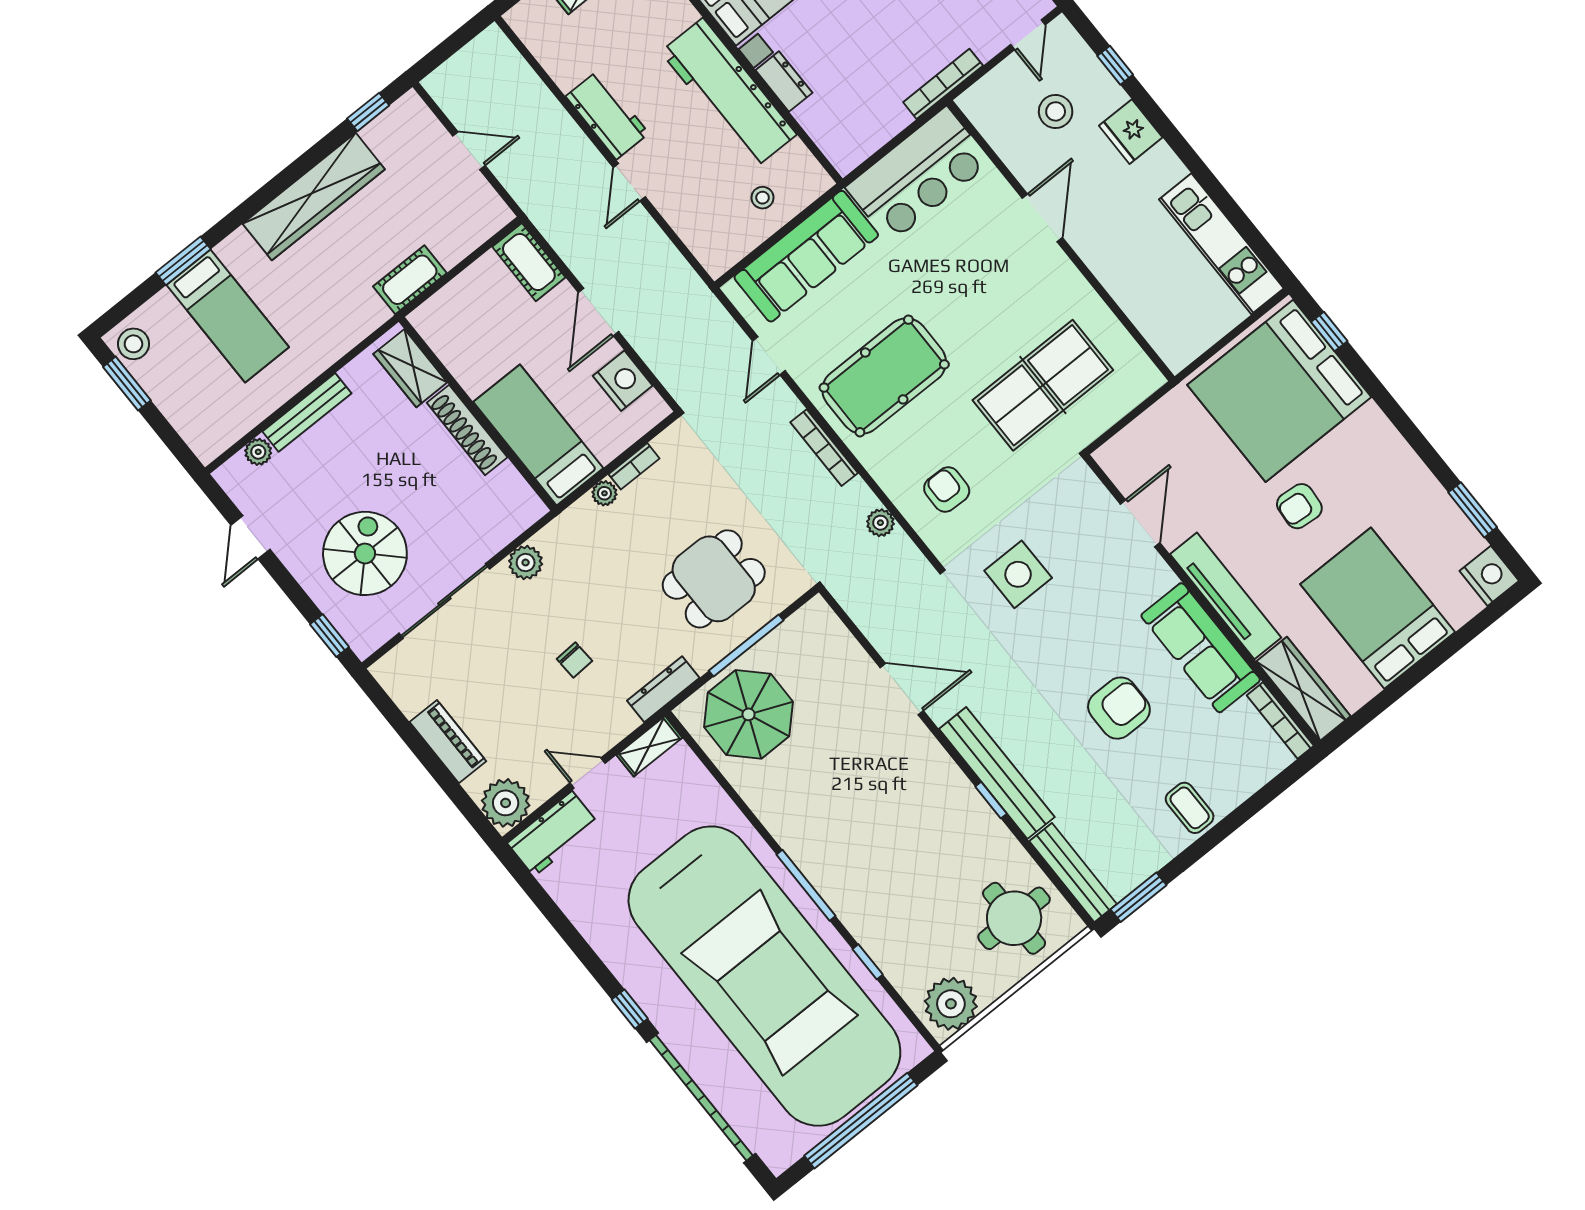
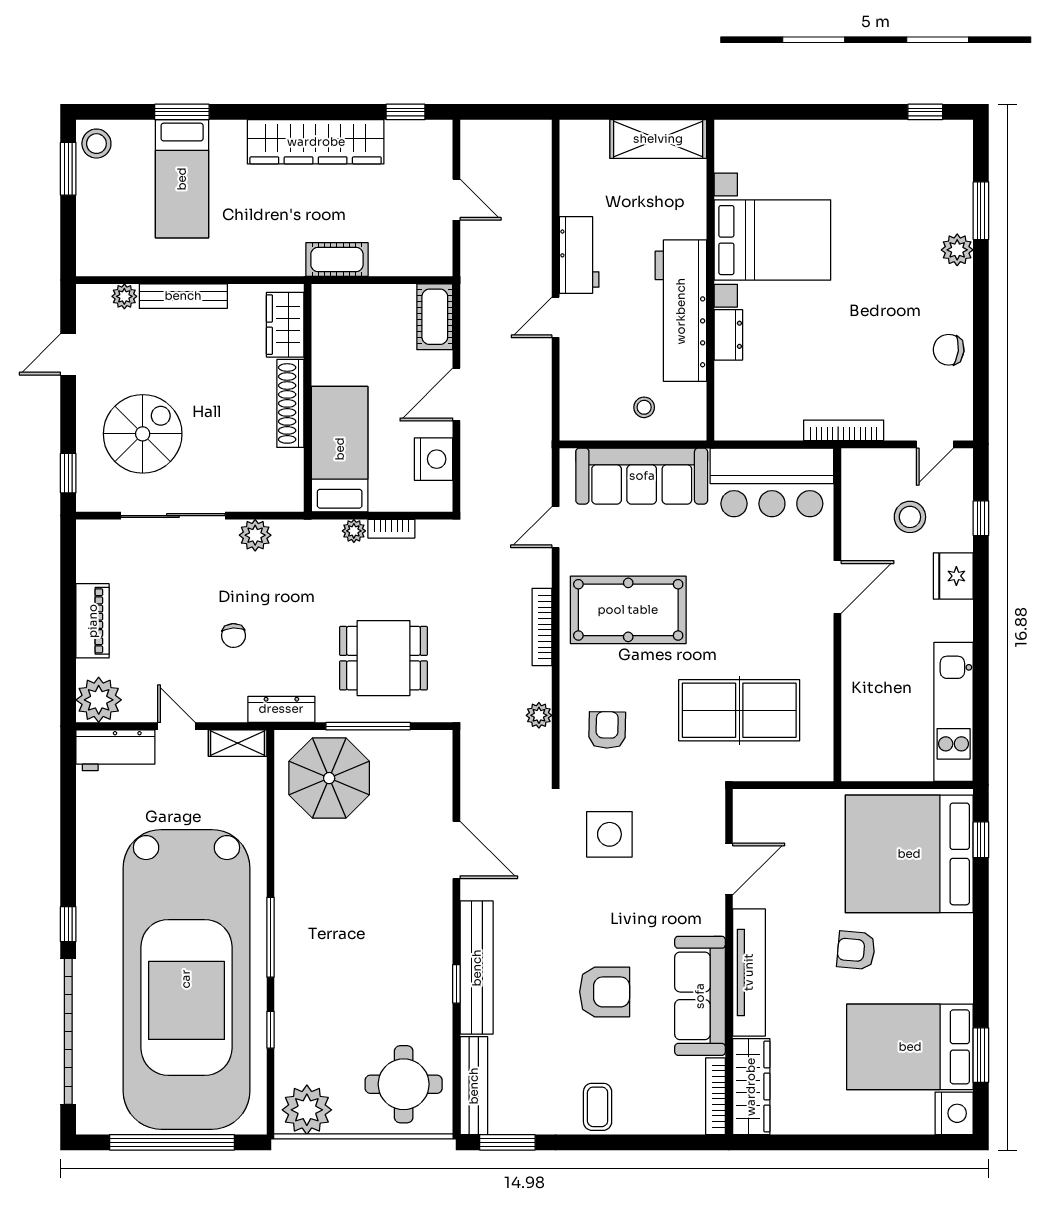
bed: (1378, 608) -> (910, 1047), moved, turned -90

